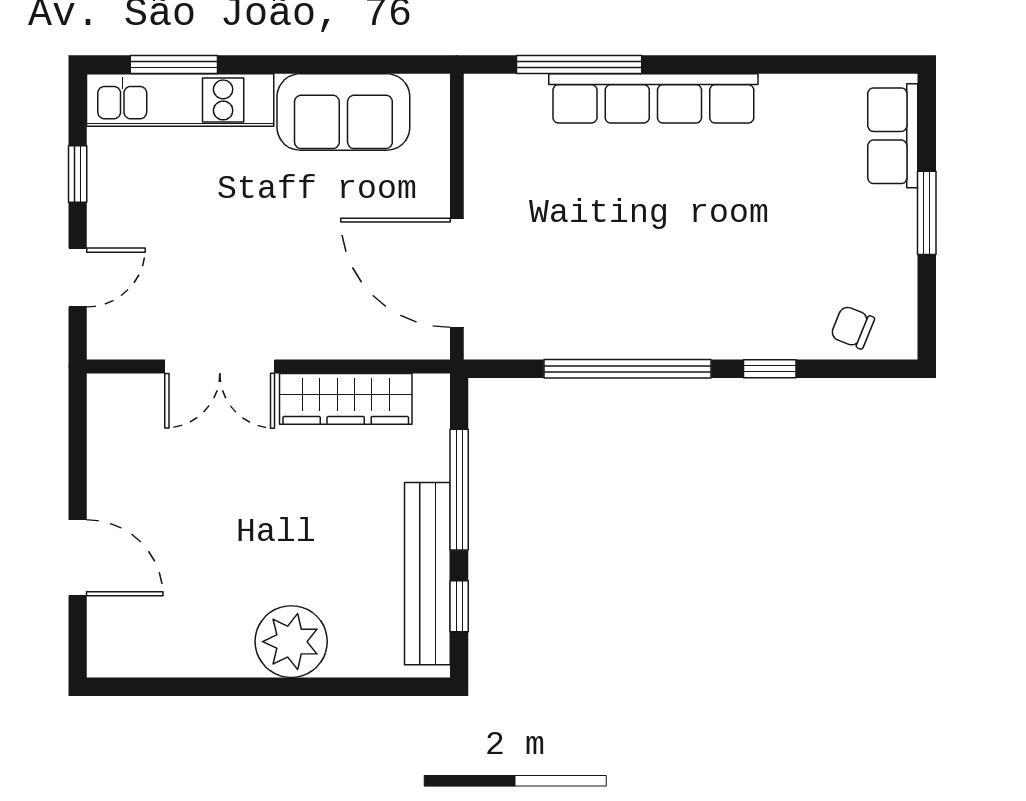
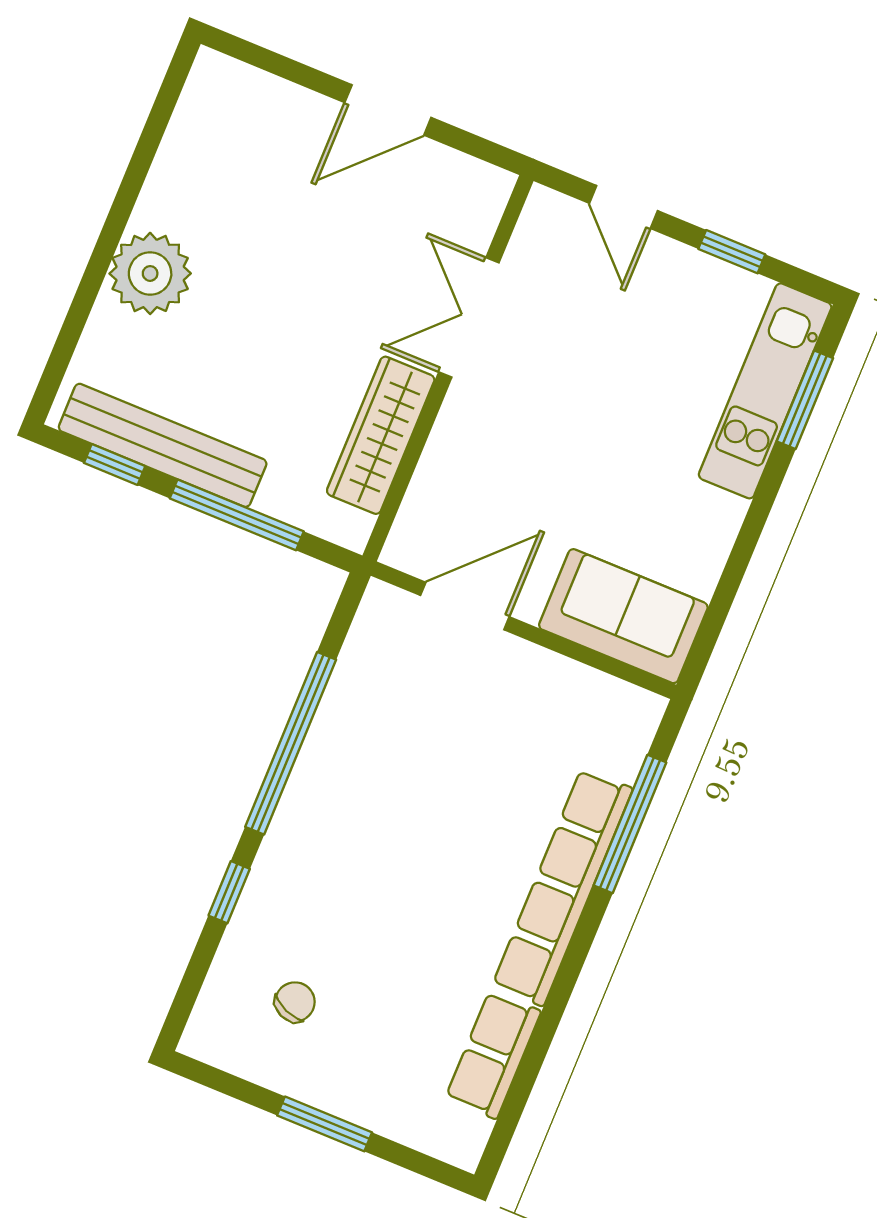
sofa: (343, 112) -> (623, 616), moved, turned 90
row of seats: (893, 136) -> (493, 1055), moved, turned -90
door: (457, 273) -> (465, 606), width x0.73
chair: (852, 327) -> (295, 1002), moved
door: (78, 558) -> (388, 110), moved

